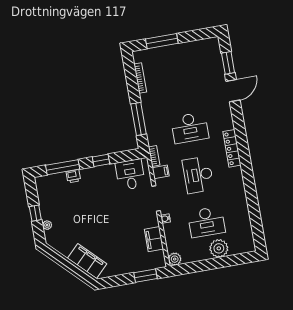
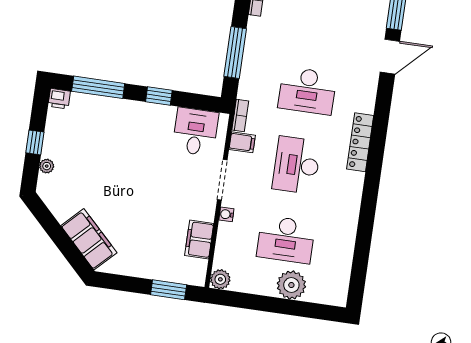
printer: (73, 176) -> (59, 99), moved

